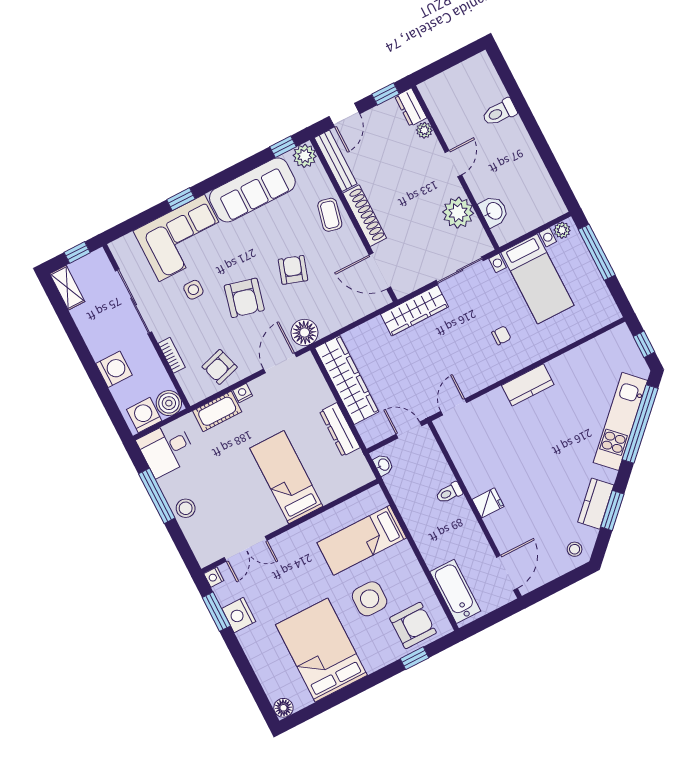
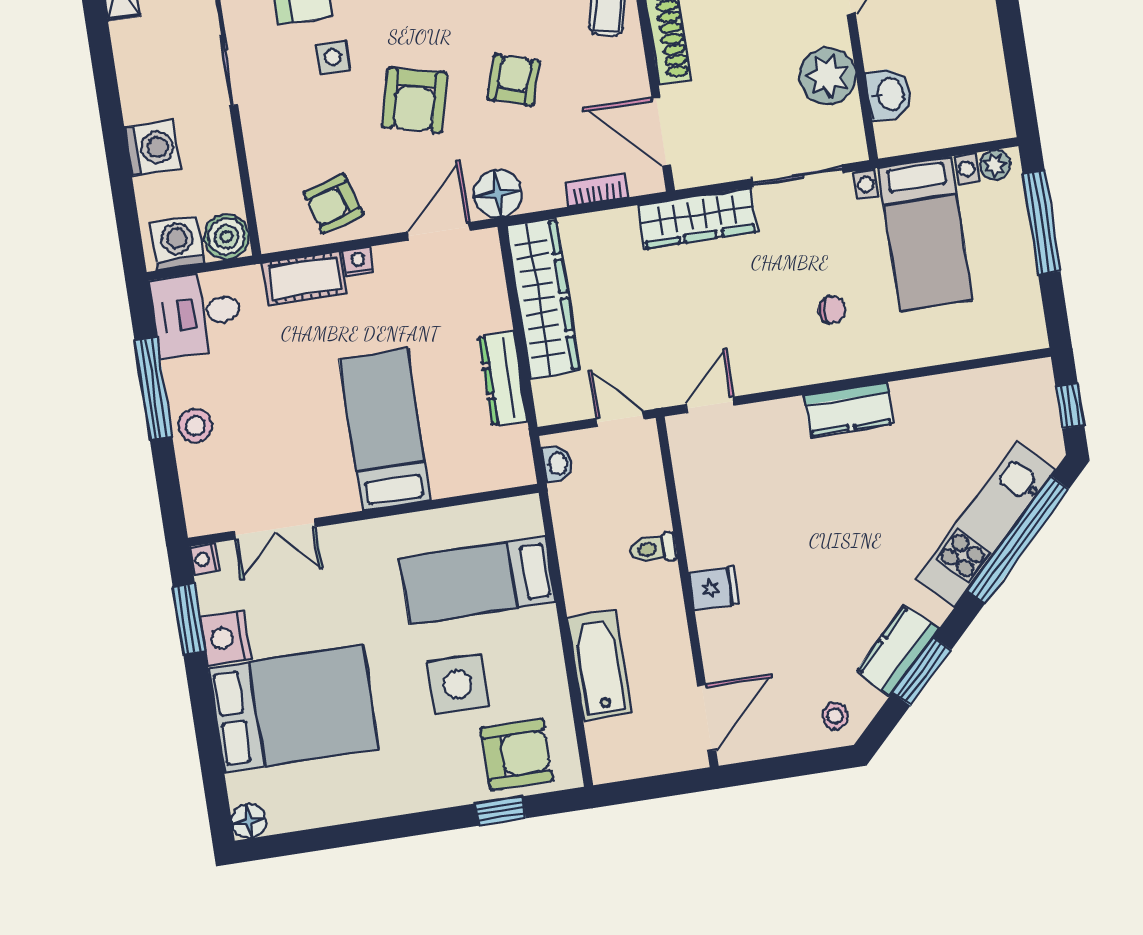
bookcase: (172, 355) -> (597, 190), moved, turned -90
bathtub: (455, 591) -> (599, 665), moved
bed: (321, 650) -> (294, 709), moved, turned 90

